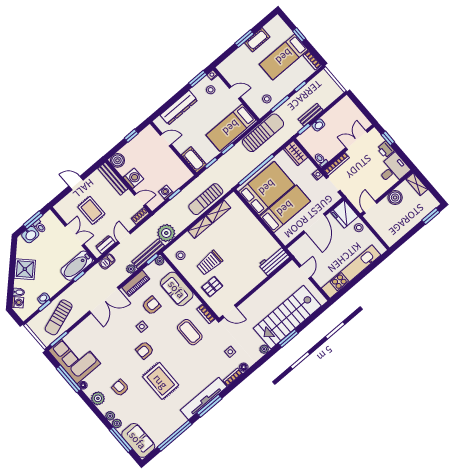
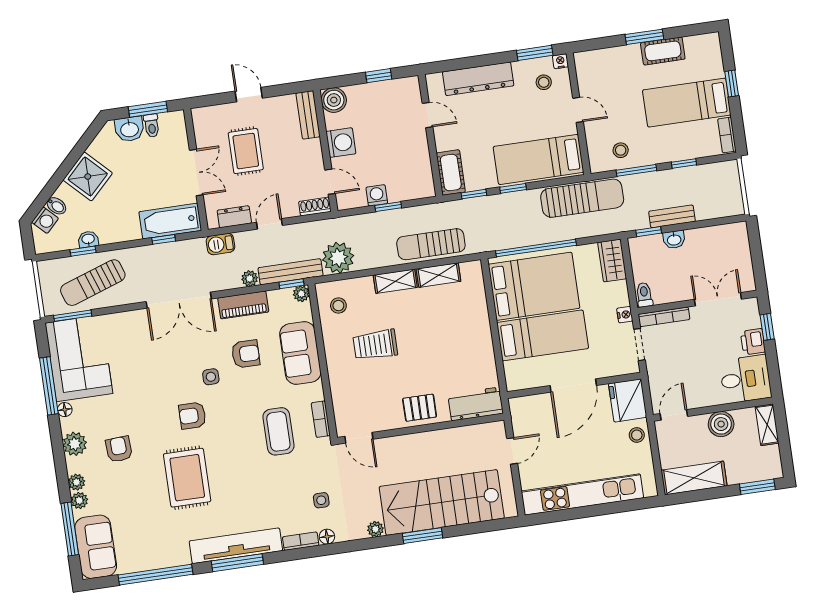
bench: (113, 179) -> (308, 115), width x0.73
shelving: (398, 231) -> (694, 478), added
pallet: (212, 287) -> (420, 408), moved

